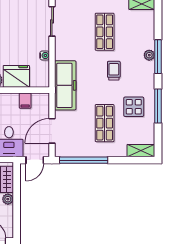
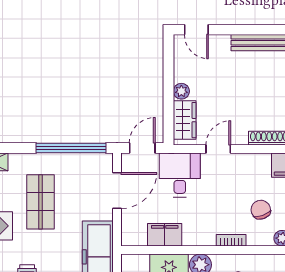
filing cabinet: (25, 101) -> (165, 235), width x2.00

